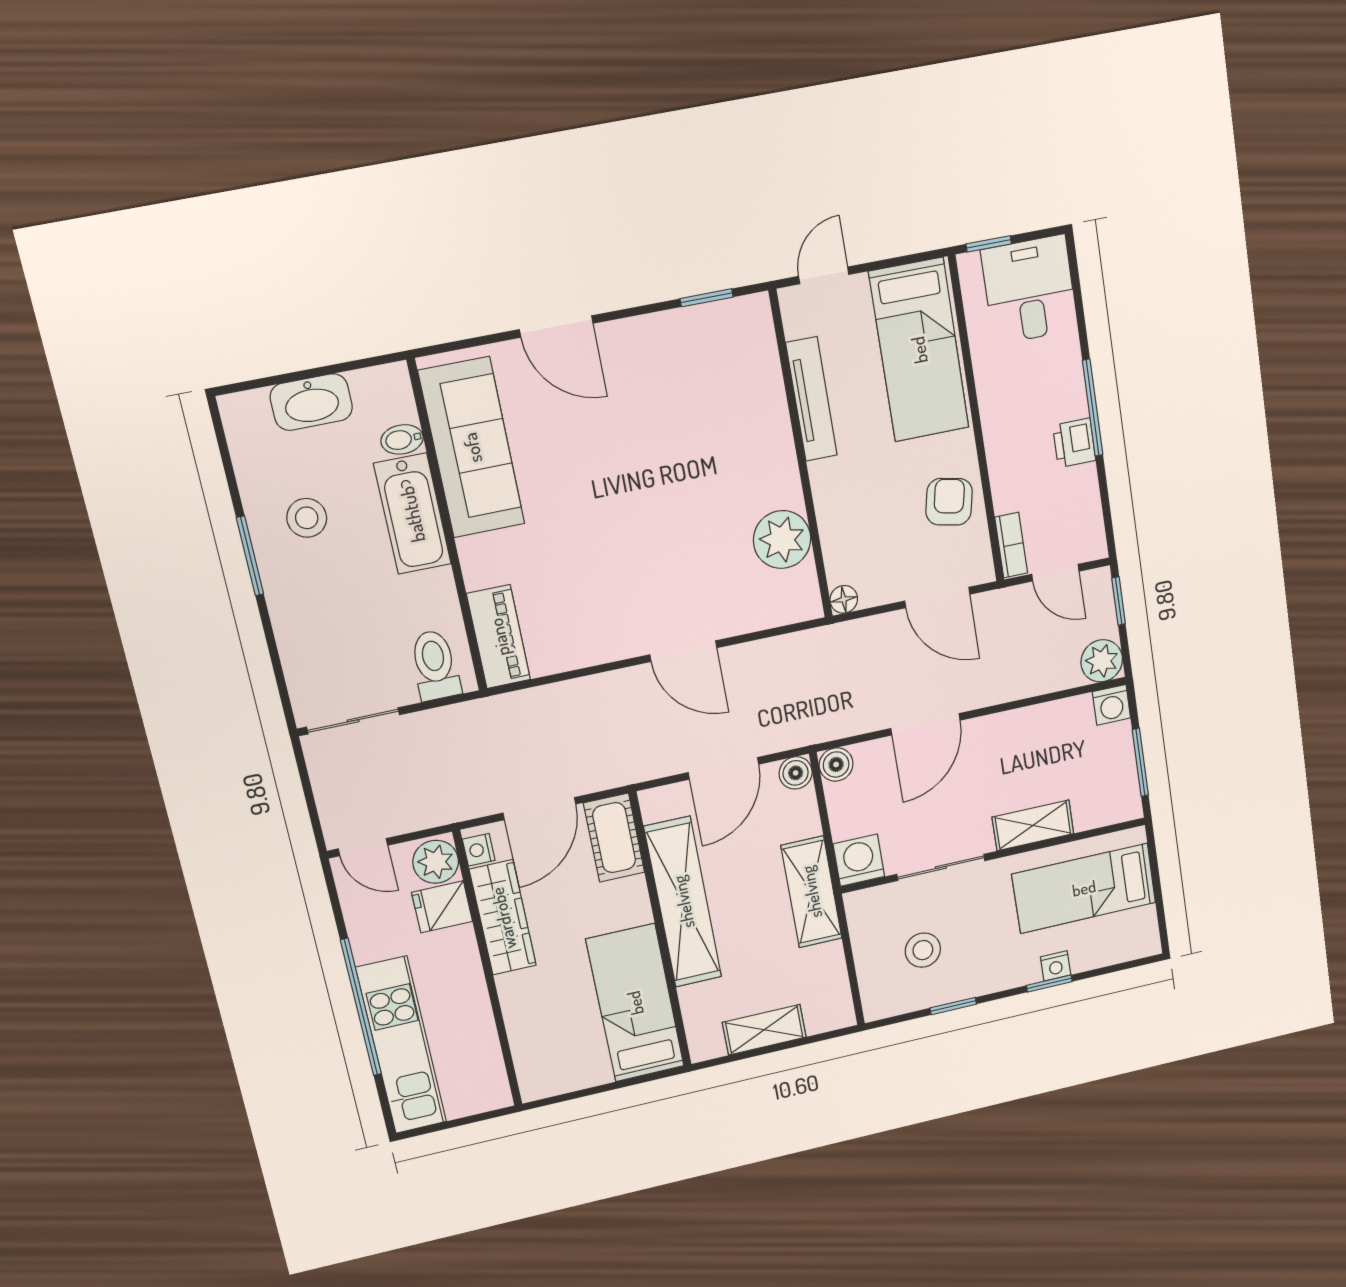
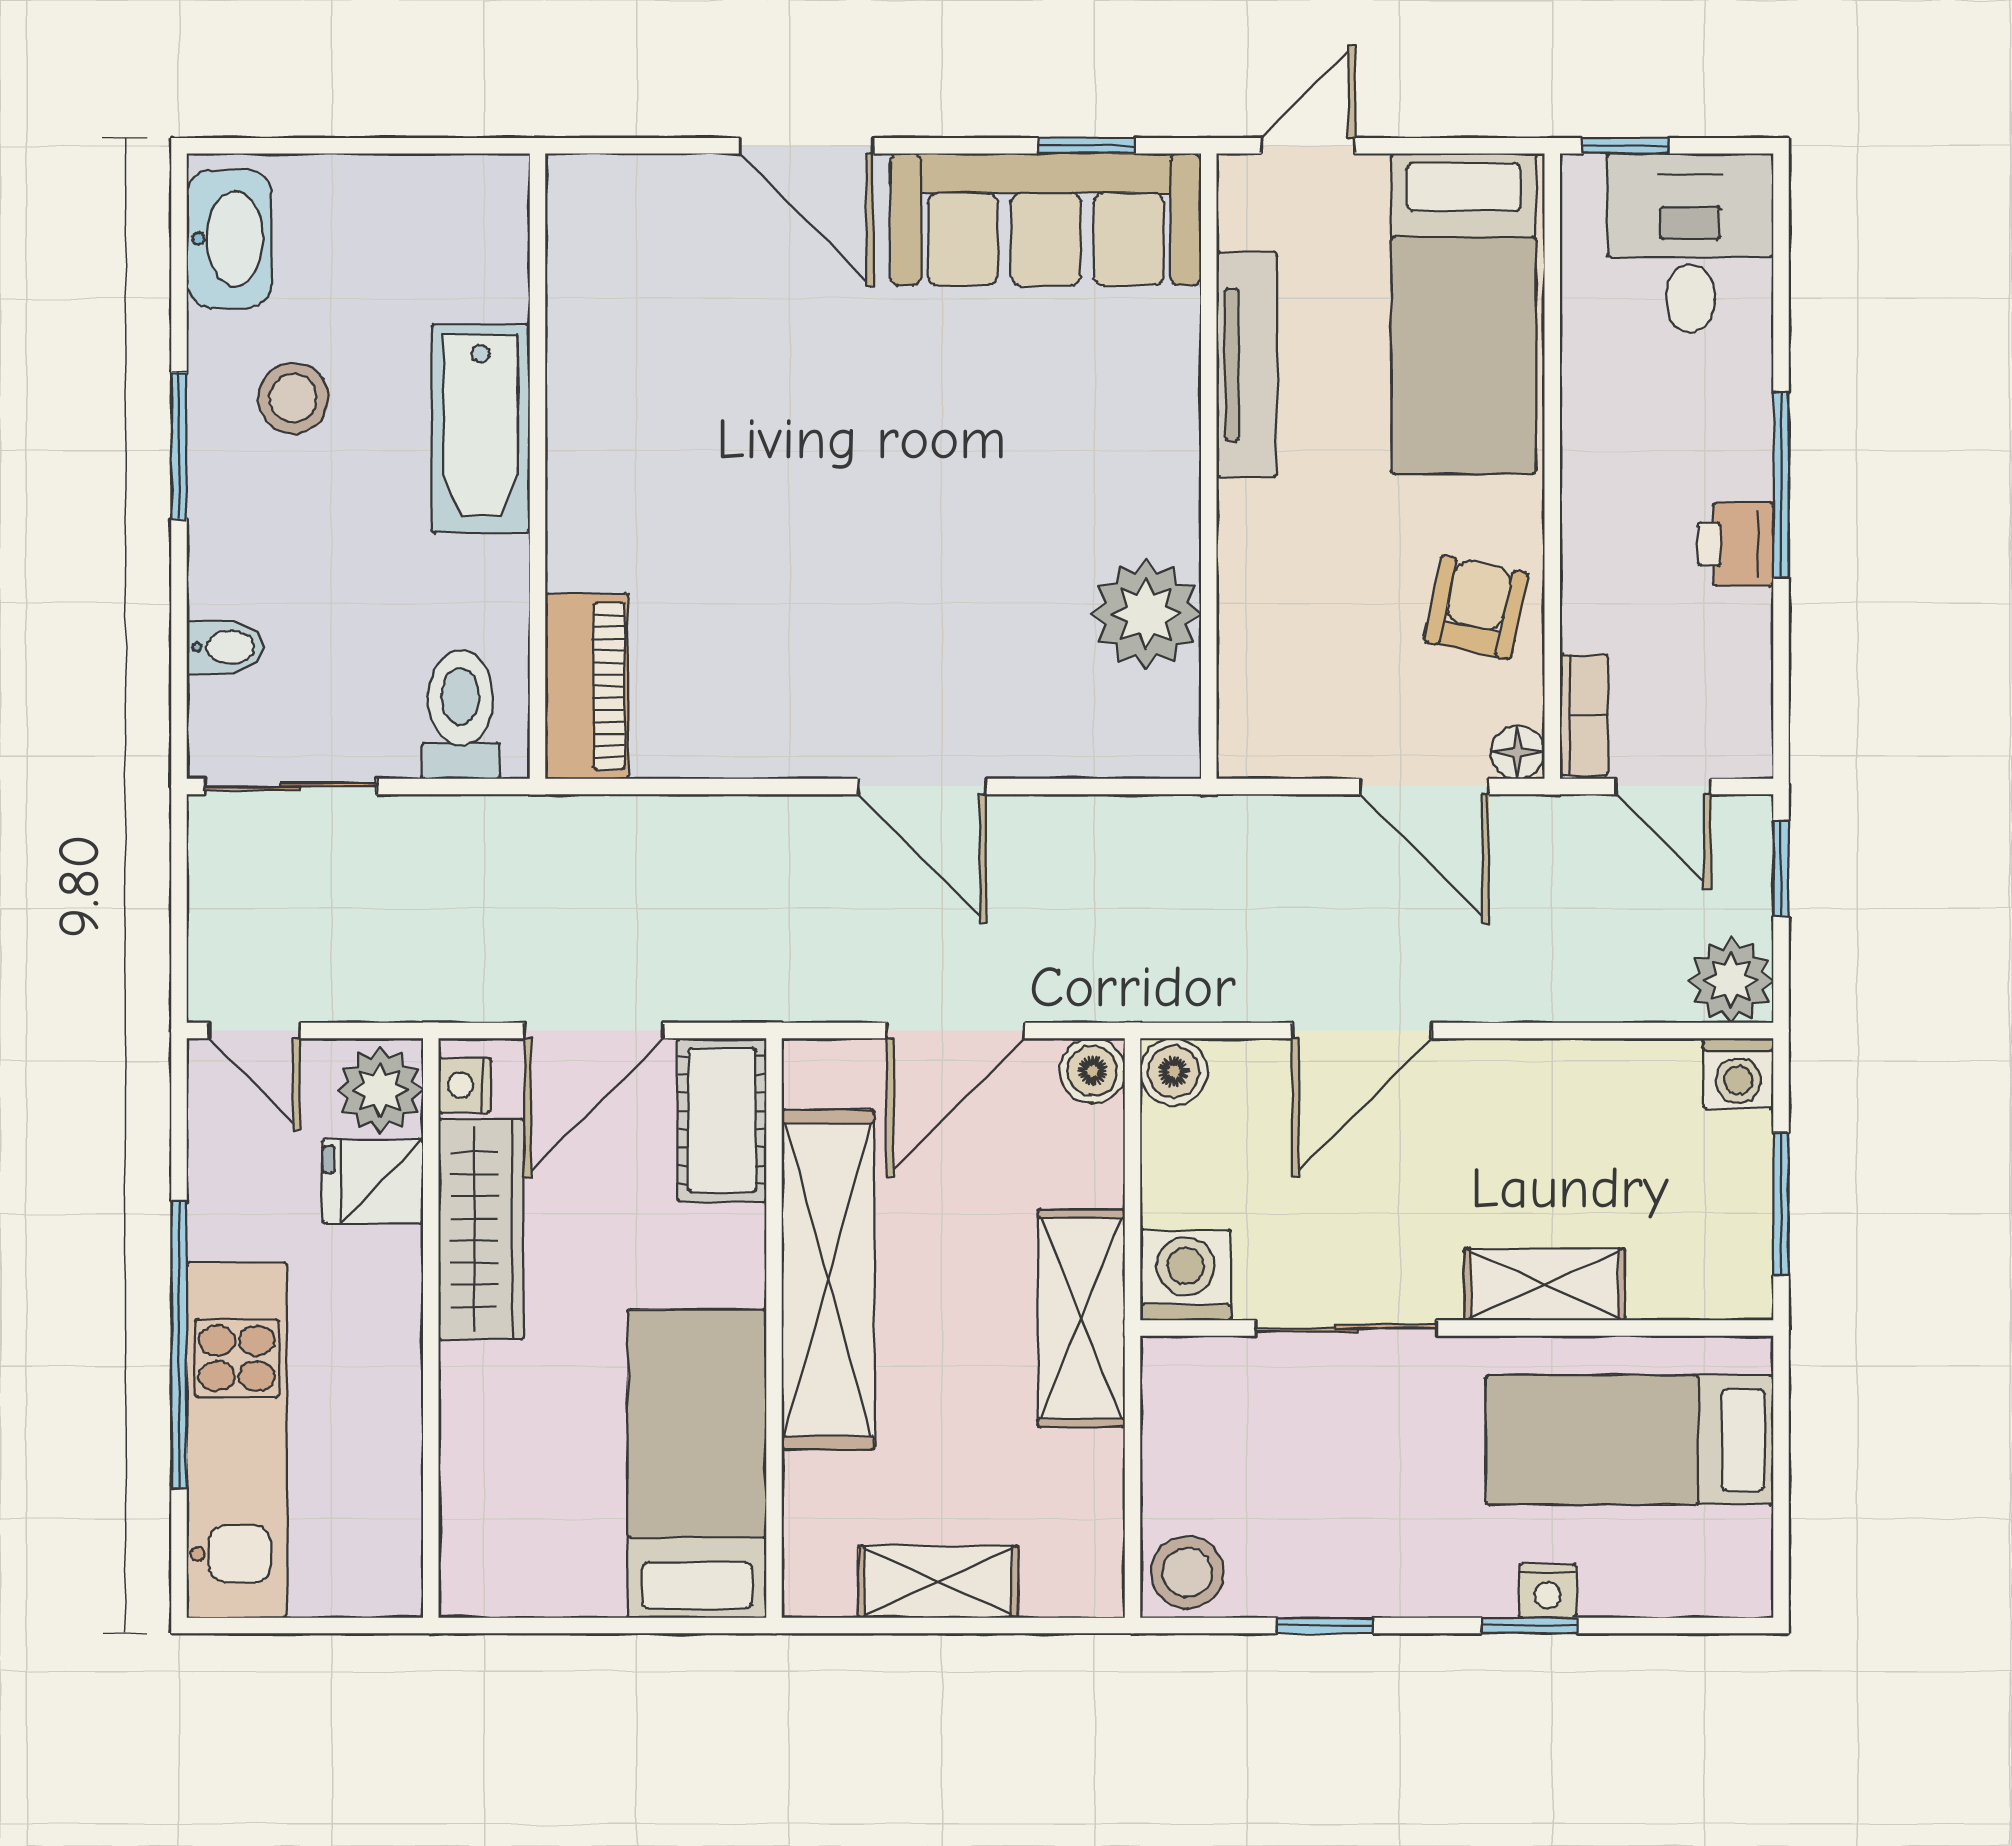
washbasin: (311, 402) -> (229, 239), moved, turned -90
bidet: (402, 439) -> (225, 647), moved, turned 180
sofa: (472, 448) -> (1046, 219), moved, turned 90
floor lamp: (844, 599) -> (1518, 752), moved
stool: (923, 950) -> (1187, 1572), moved

